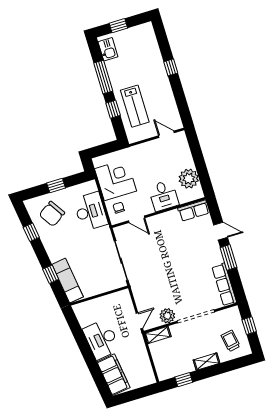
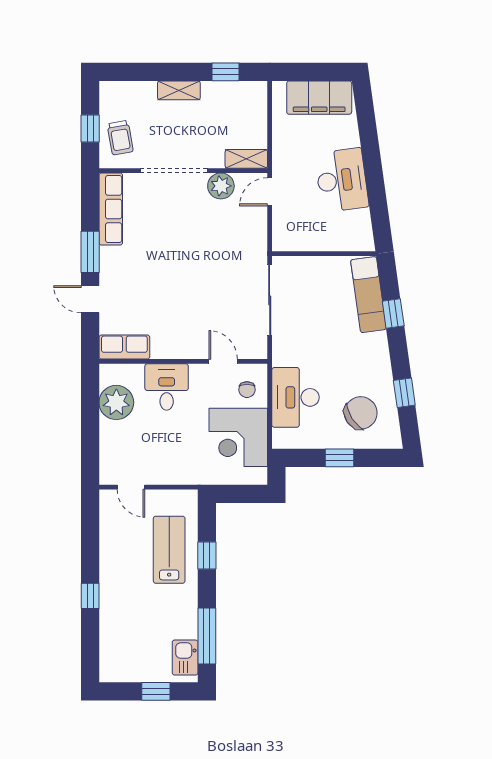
window: (103, 77) -> (207, 636), moved
trolley: (231, 341) -> (120, 138), moved
filing cabinet: (113, 375) -> (319, 98), moved, turned -82

